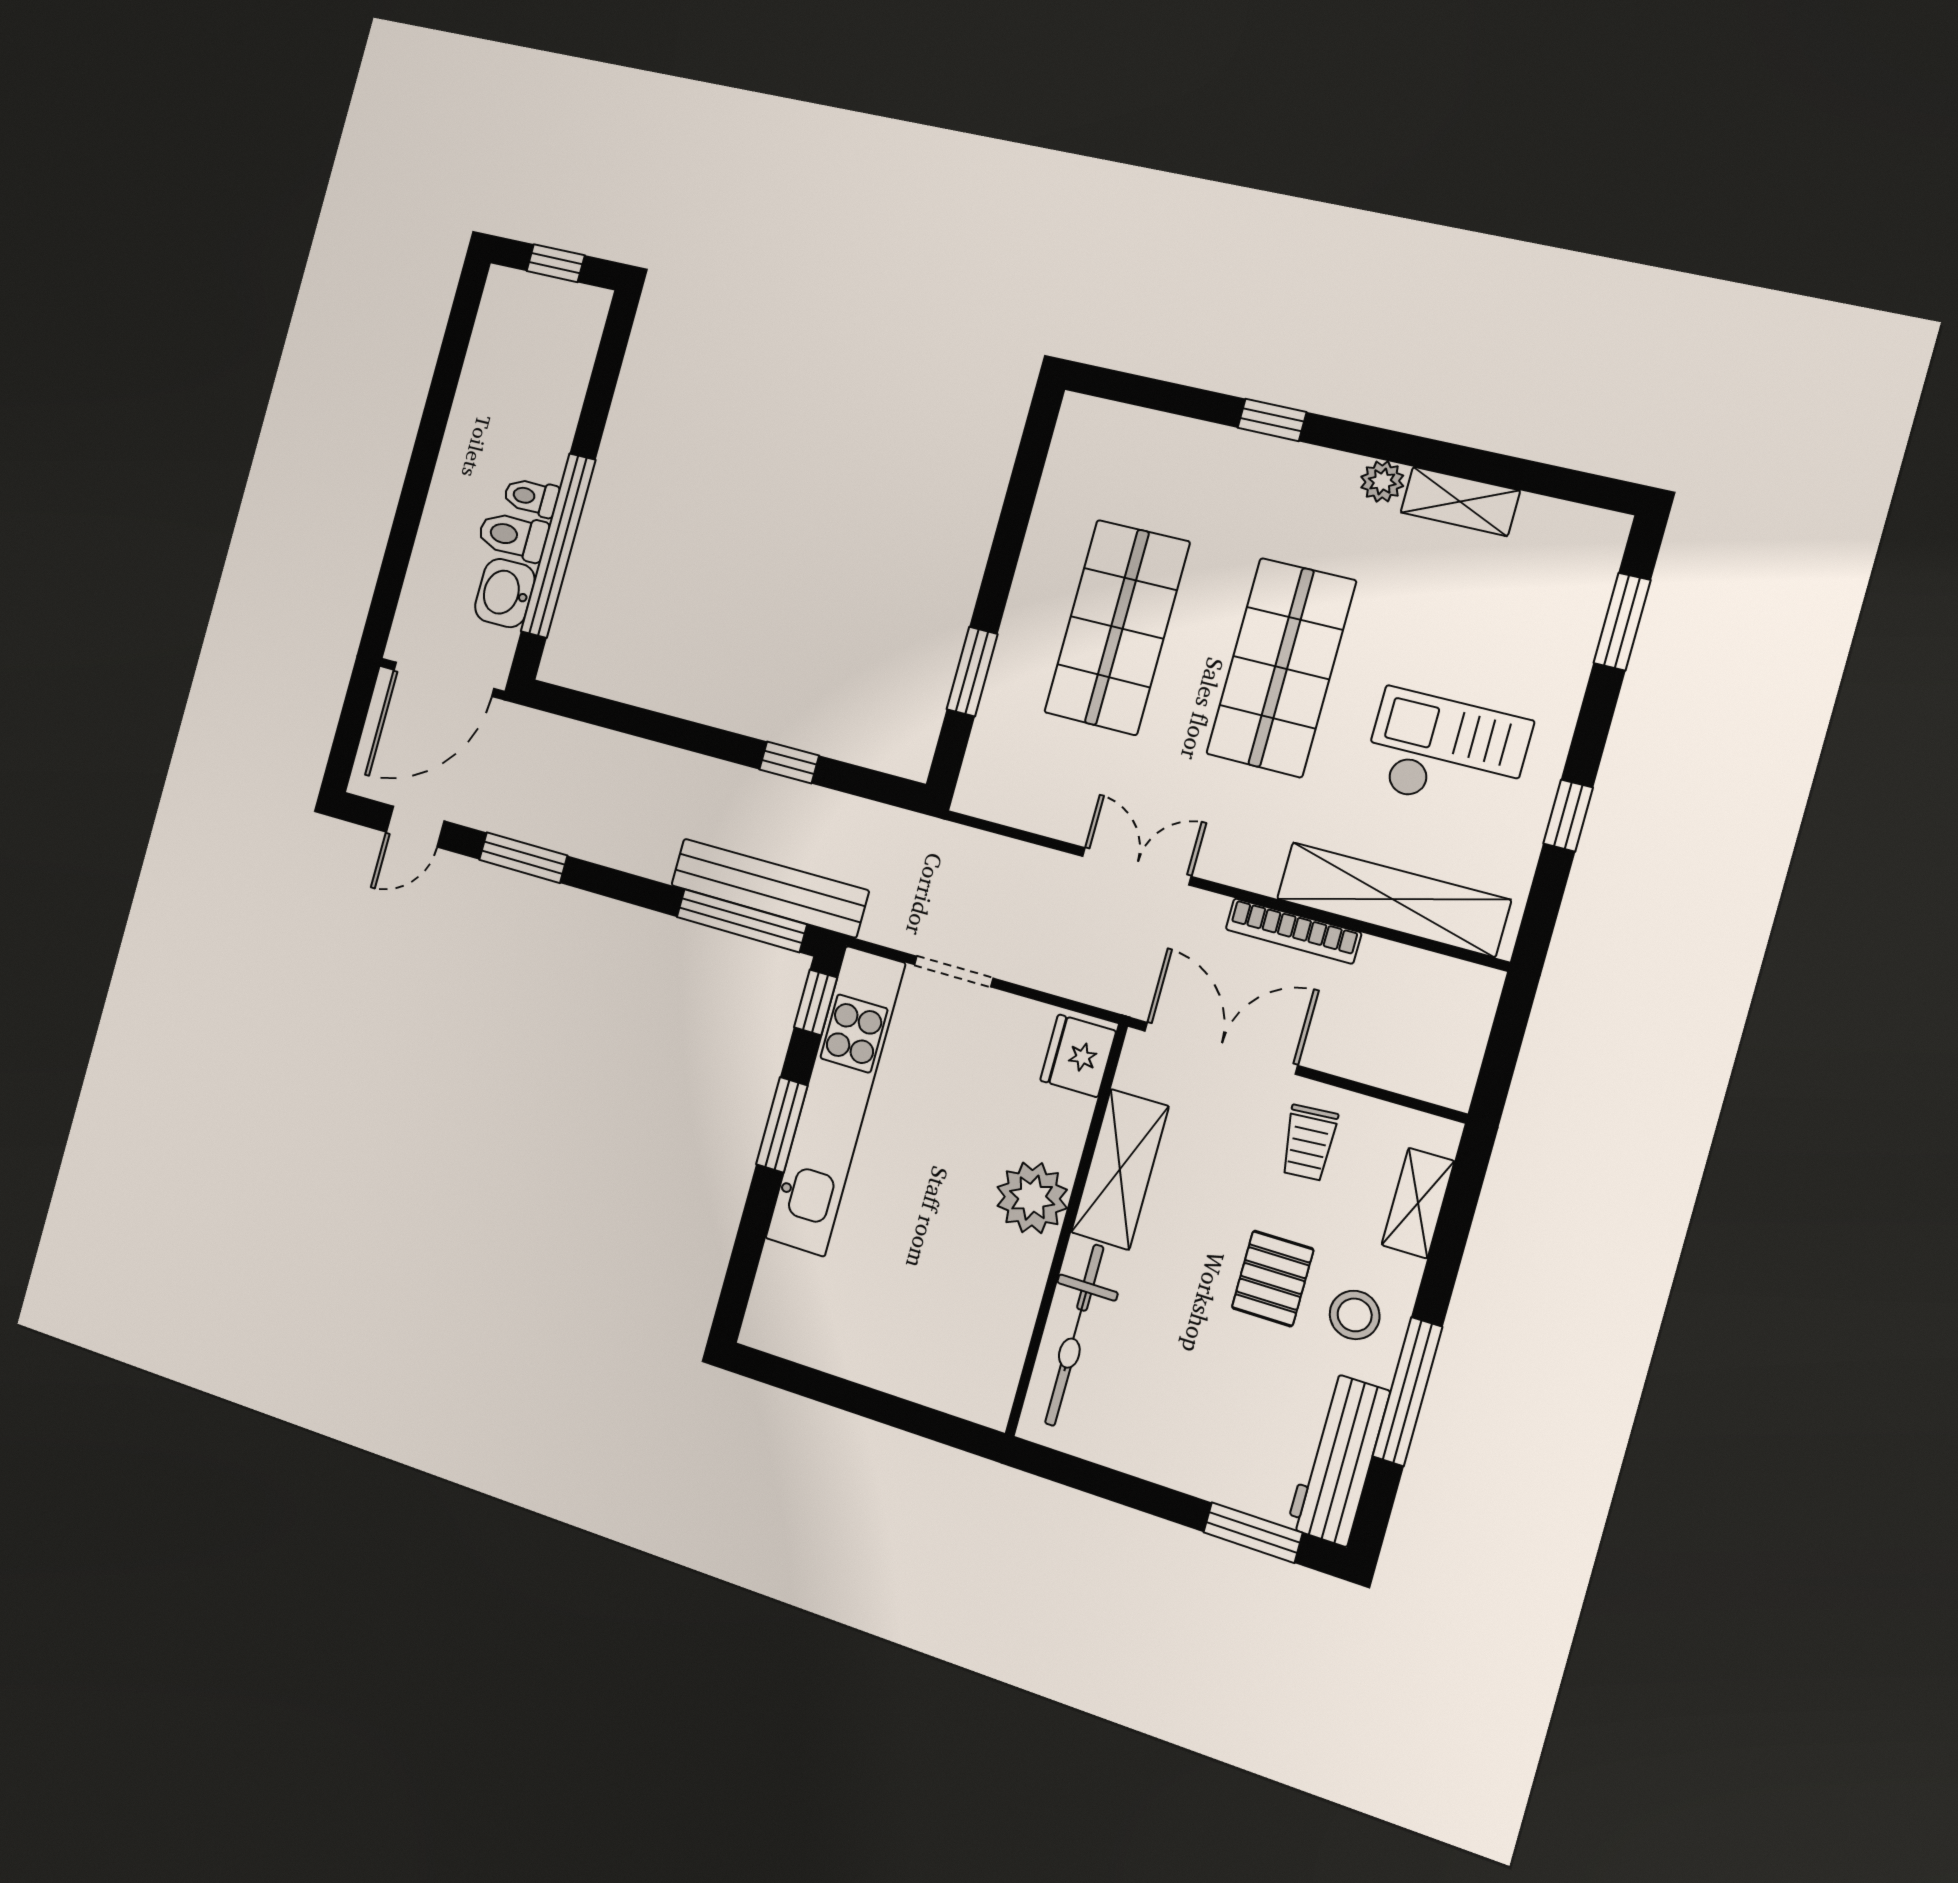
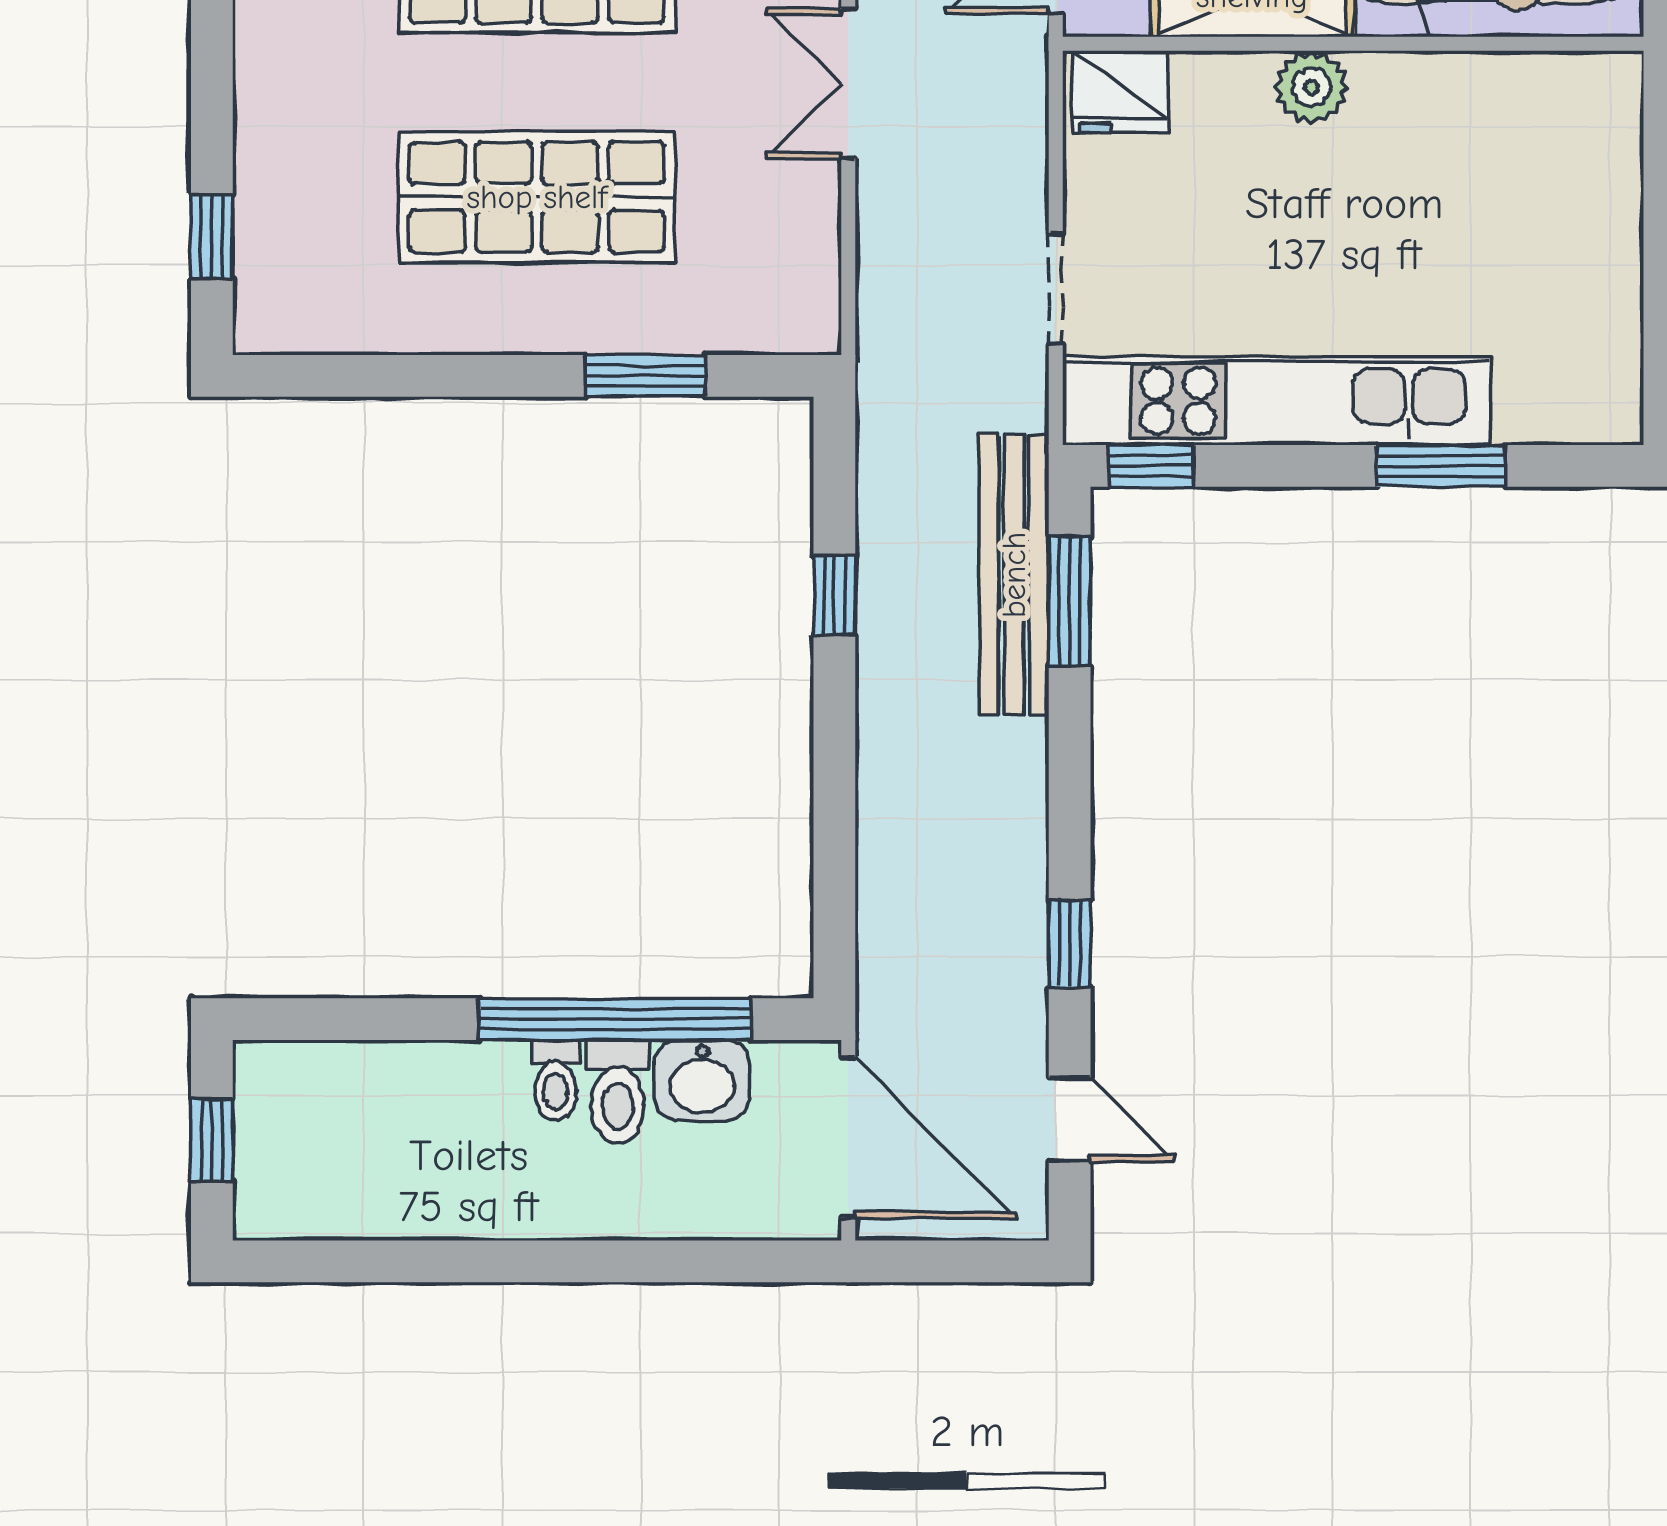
window: (1272, 420) -> (212, 237), moved
window: (523, 858) -> (1070, 943), width x0.67
window: (742, 921) -> (1070, 601), width x0.69
window: (782, 1125) -> (1441, 466), moved
plant: (1032, 1198) -> (1311, 87), width x0.73, depth x0.73

